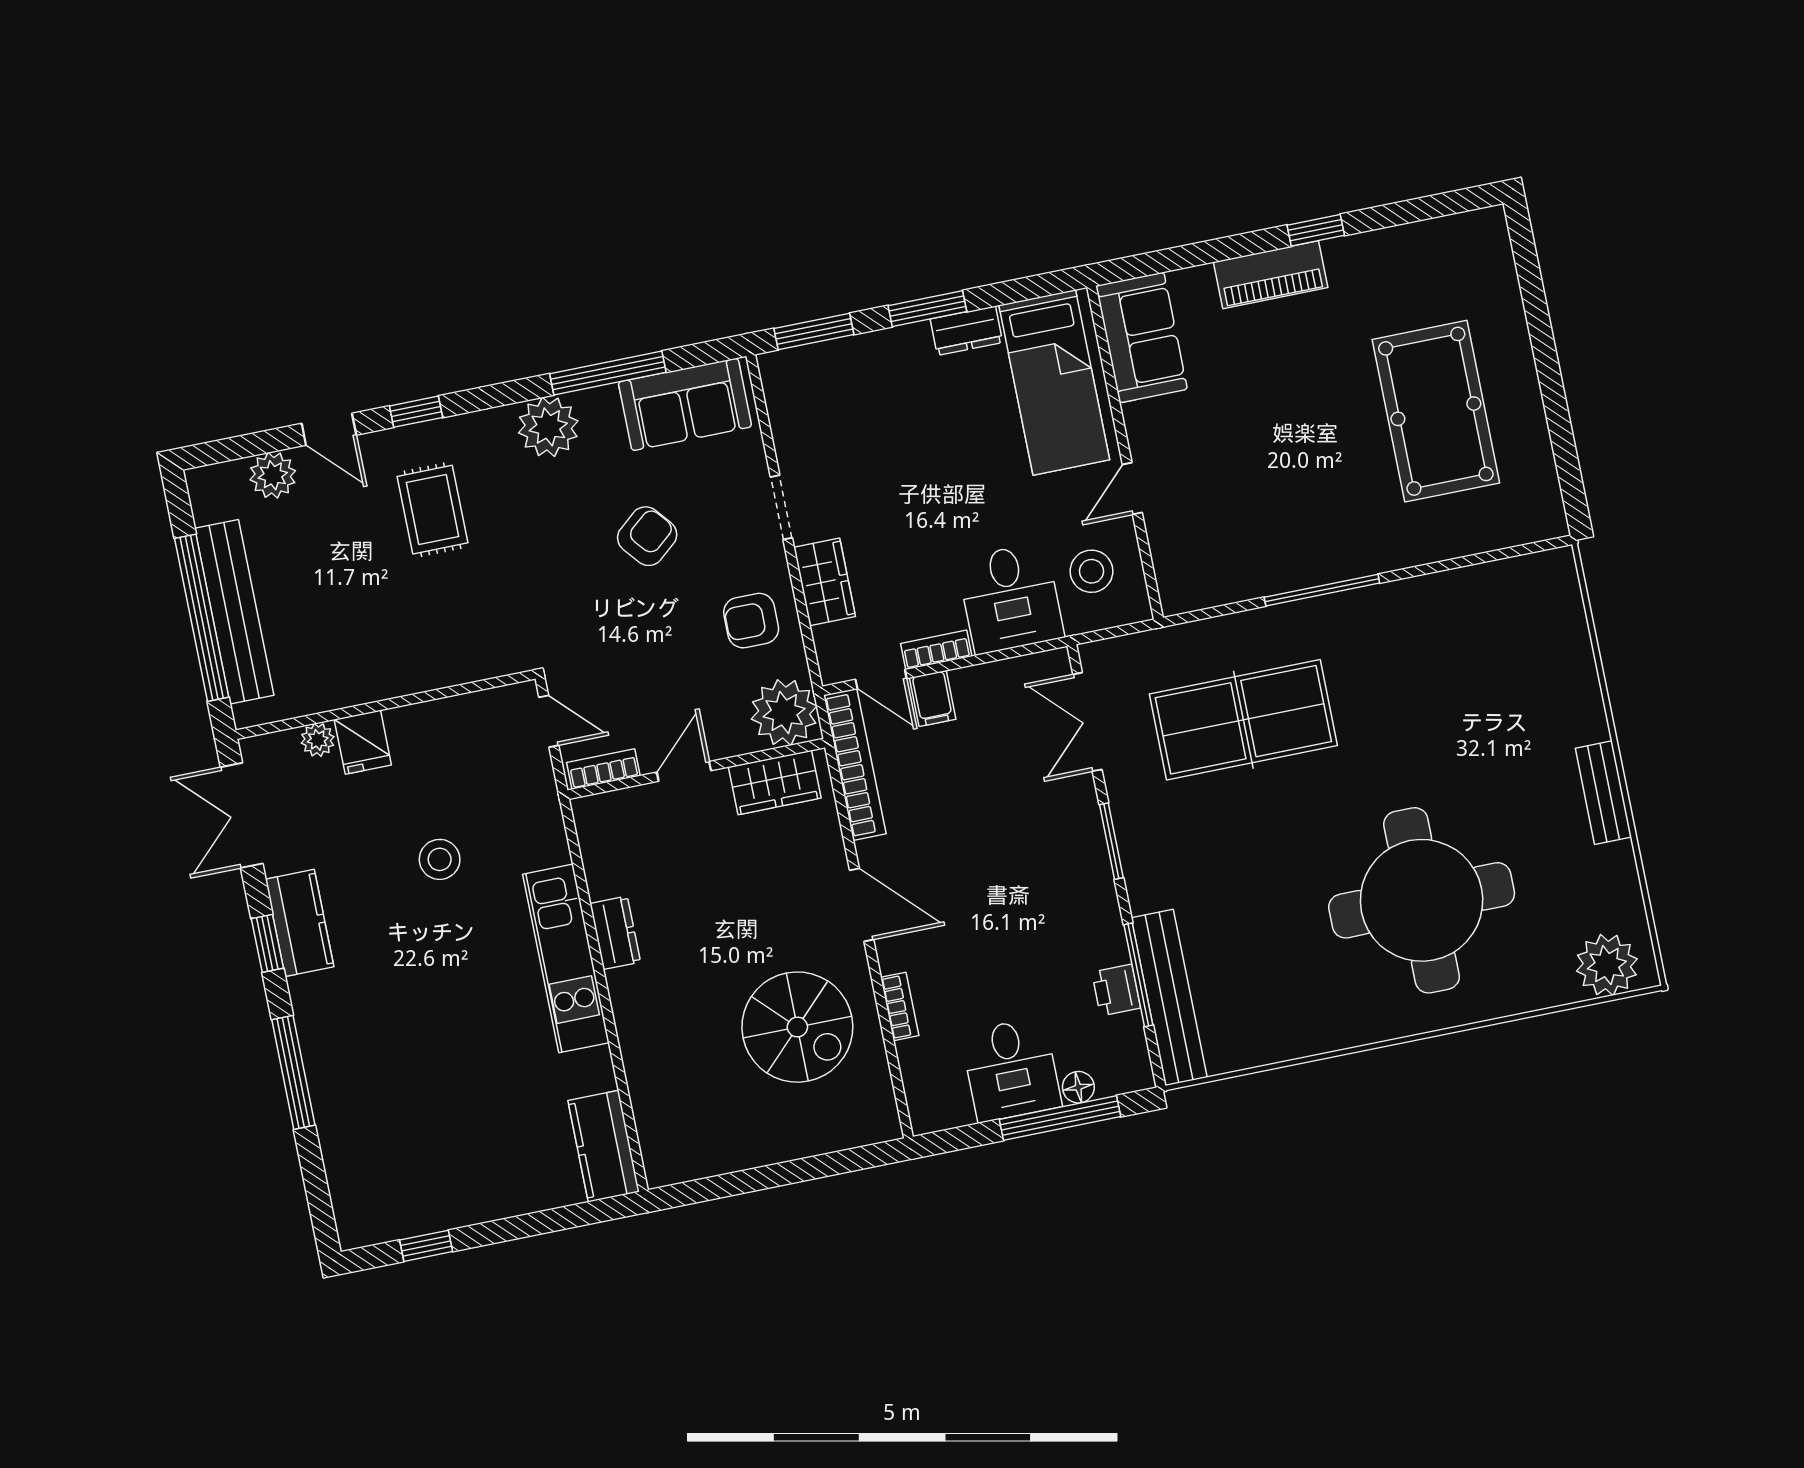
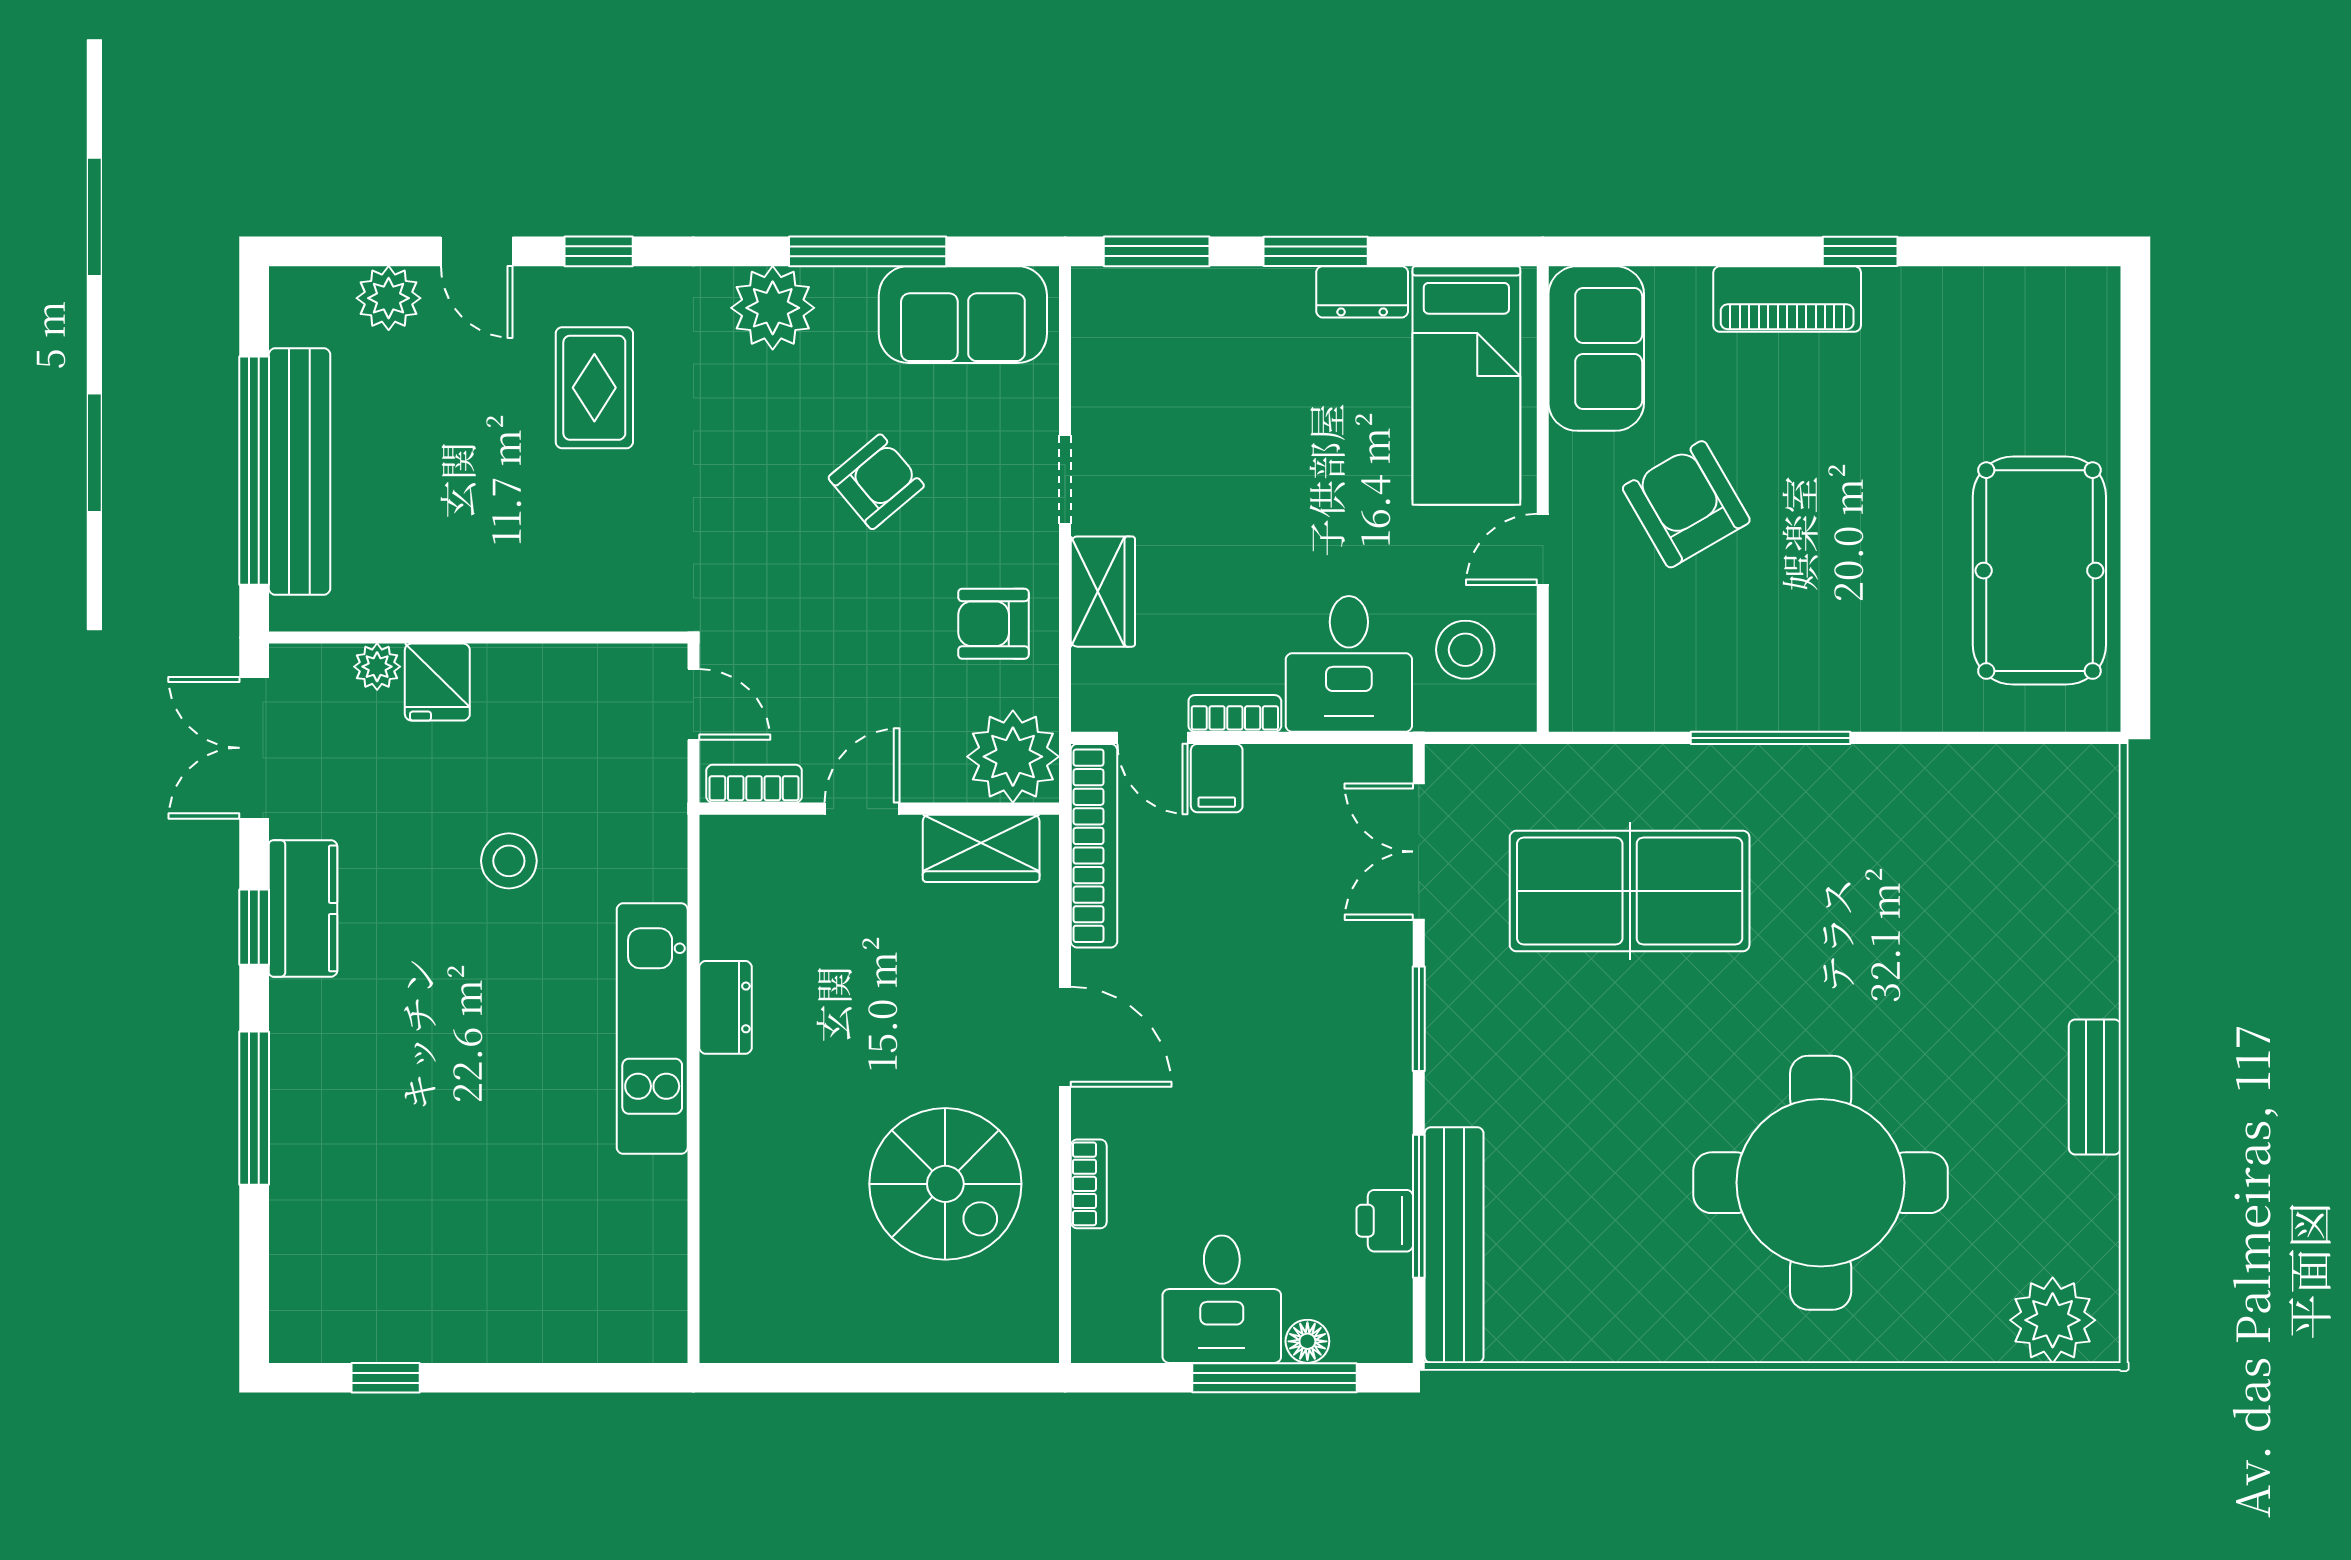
pool table: (1436, 411) -> (2039, 571), moved
armchair: (1228, 436) -> (1686, 504), added
kitchen counter: (604, 1146) -> (652, 1292), removed

